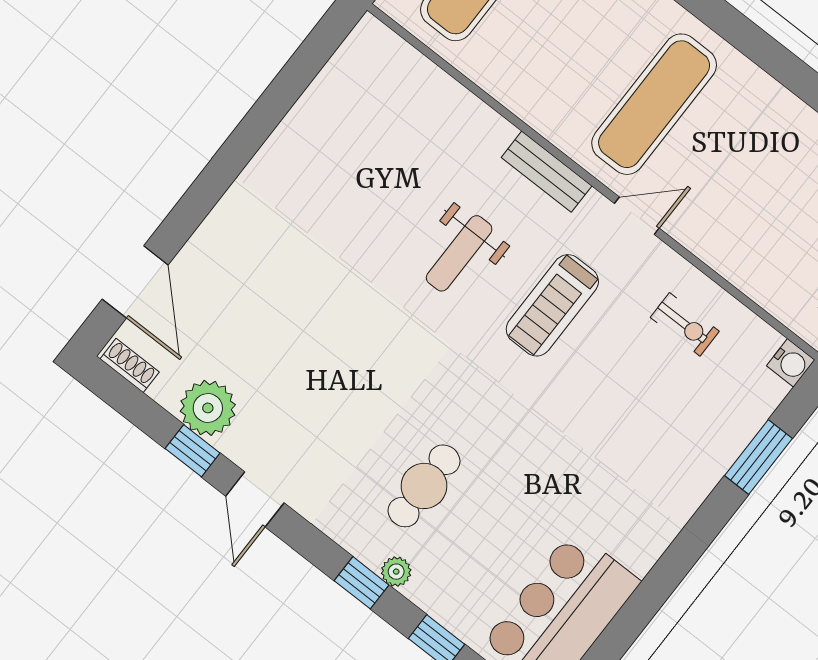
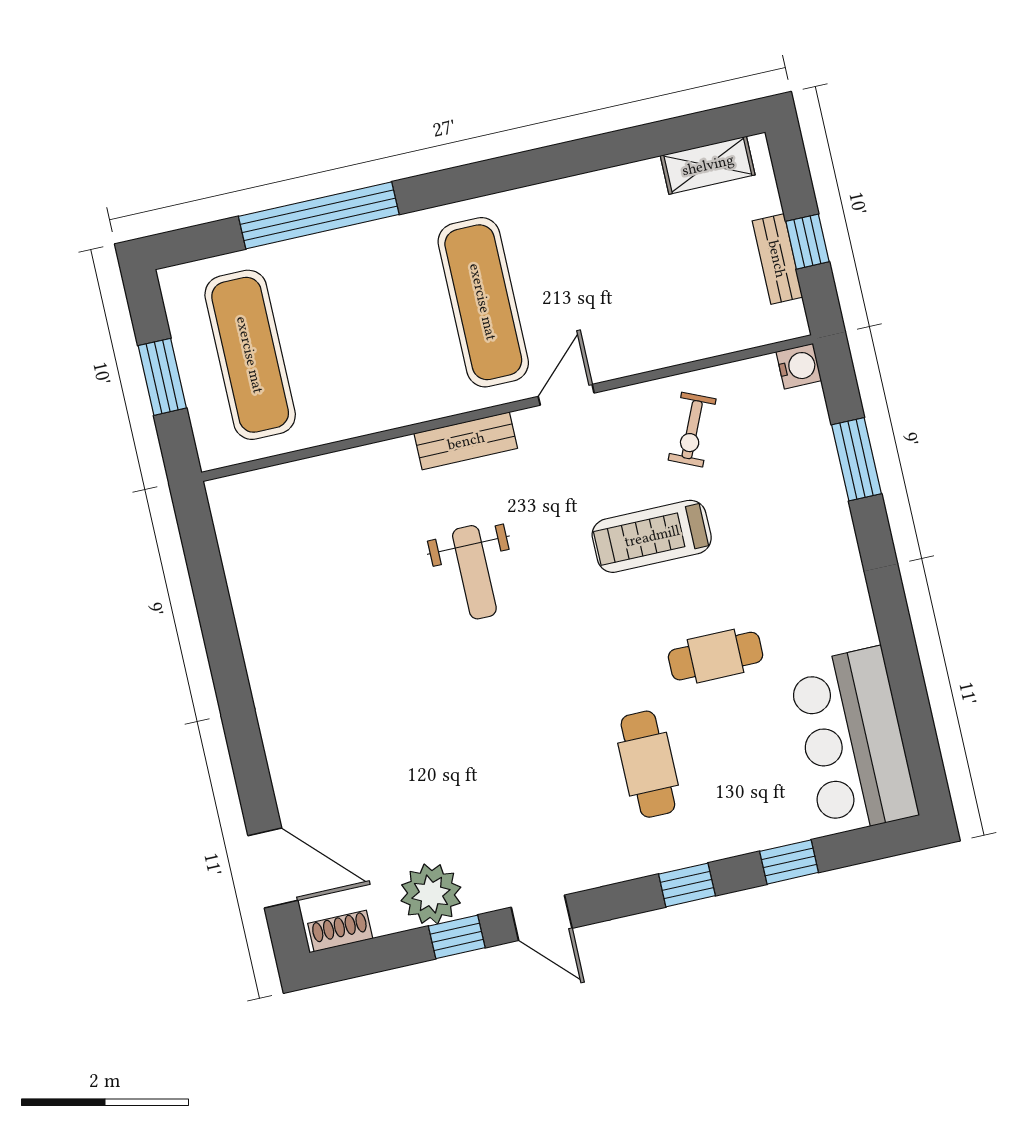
treadmill: (552, 305) -> (652, 536), moved, turned 90
exercise bike: (685, 324) -> (692, 430), turned 114
cafe table: (539, 471) -> (716, 656), added
plant: (396, 572) -> (701, 848), removed

